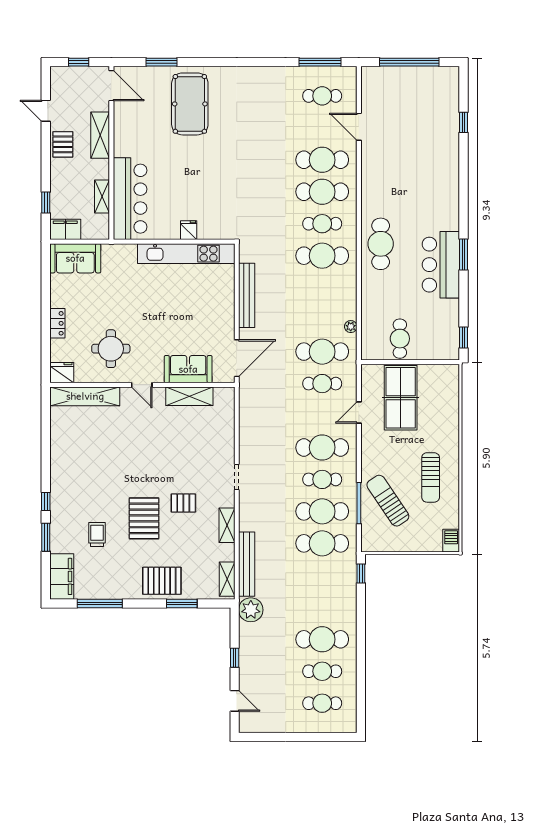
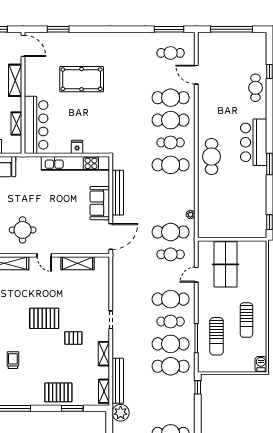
pool table: (190, 104) -> (82, 79), moved, turned 90
bar counter: (441, 265) -> (254, 142), moved
cafe table: (400, 339) -> (255, 88), moved
sofa: (188, 369) -> (100, 203), moved, turned -90
sun lounger: (388, 501) -> (217, 336), turned -146
pallet: (144, 518) -> (44, 318), moved, turned 90

